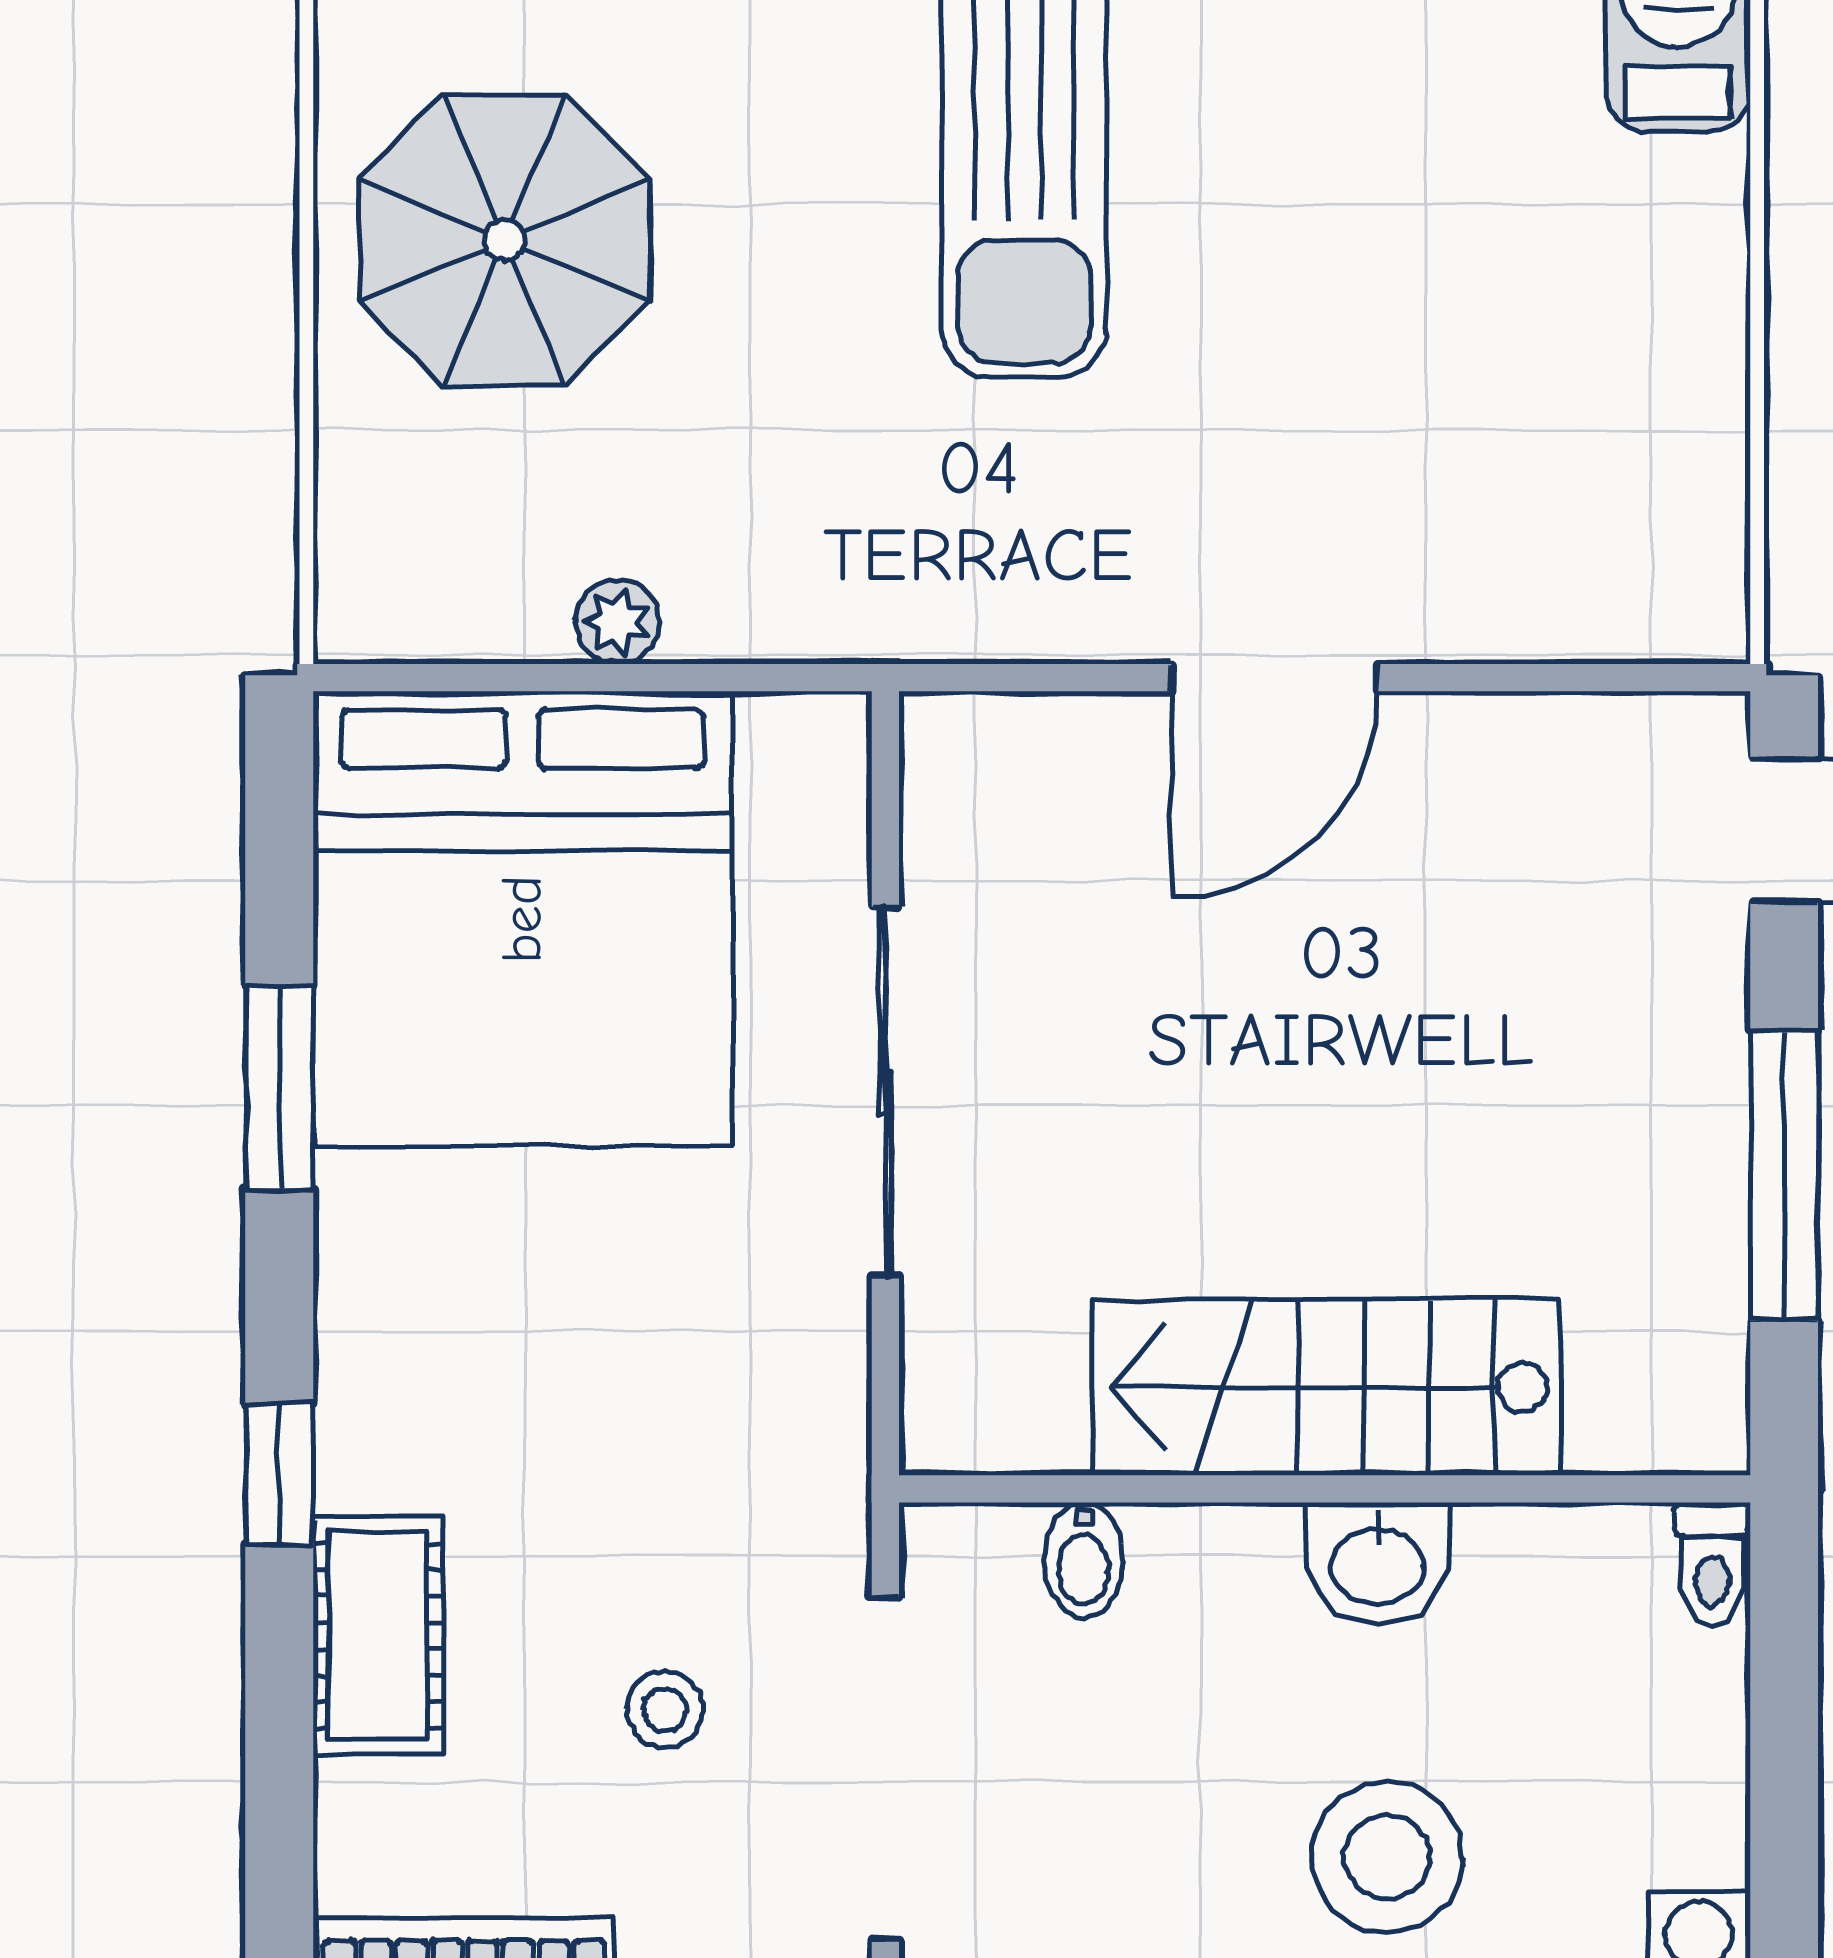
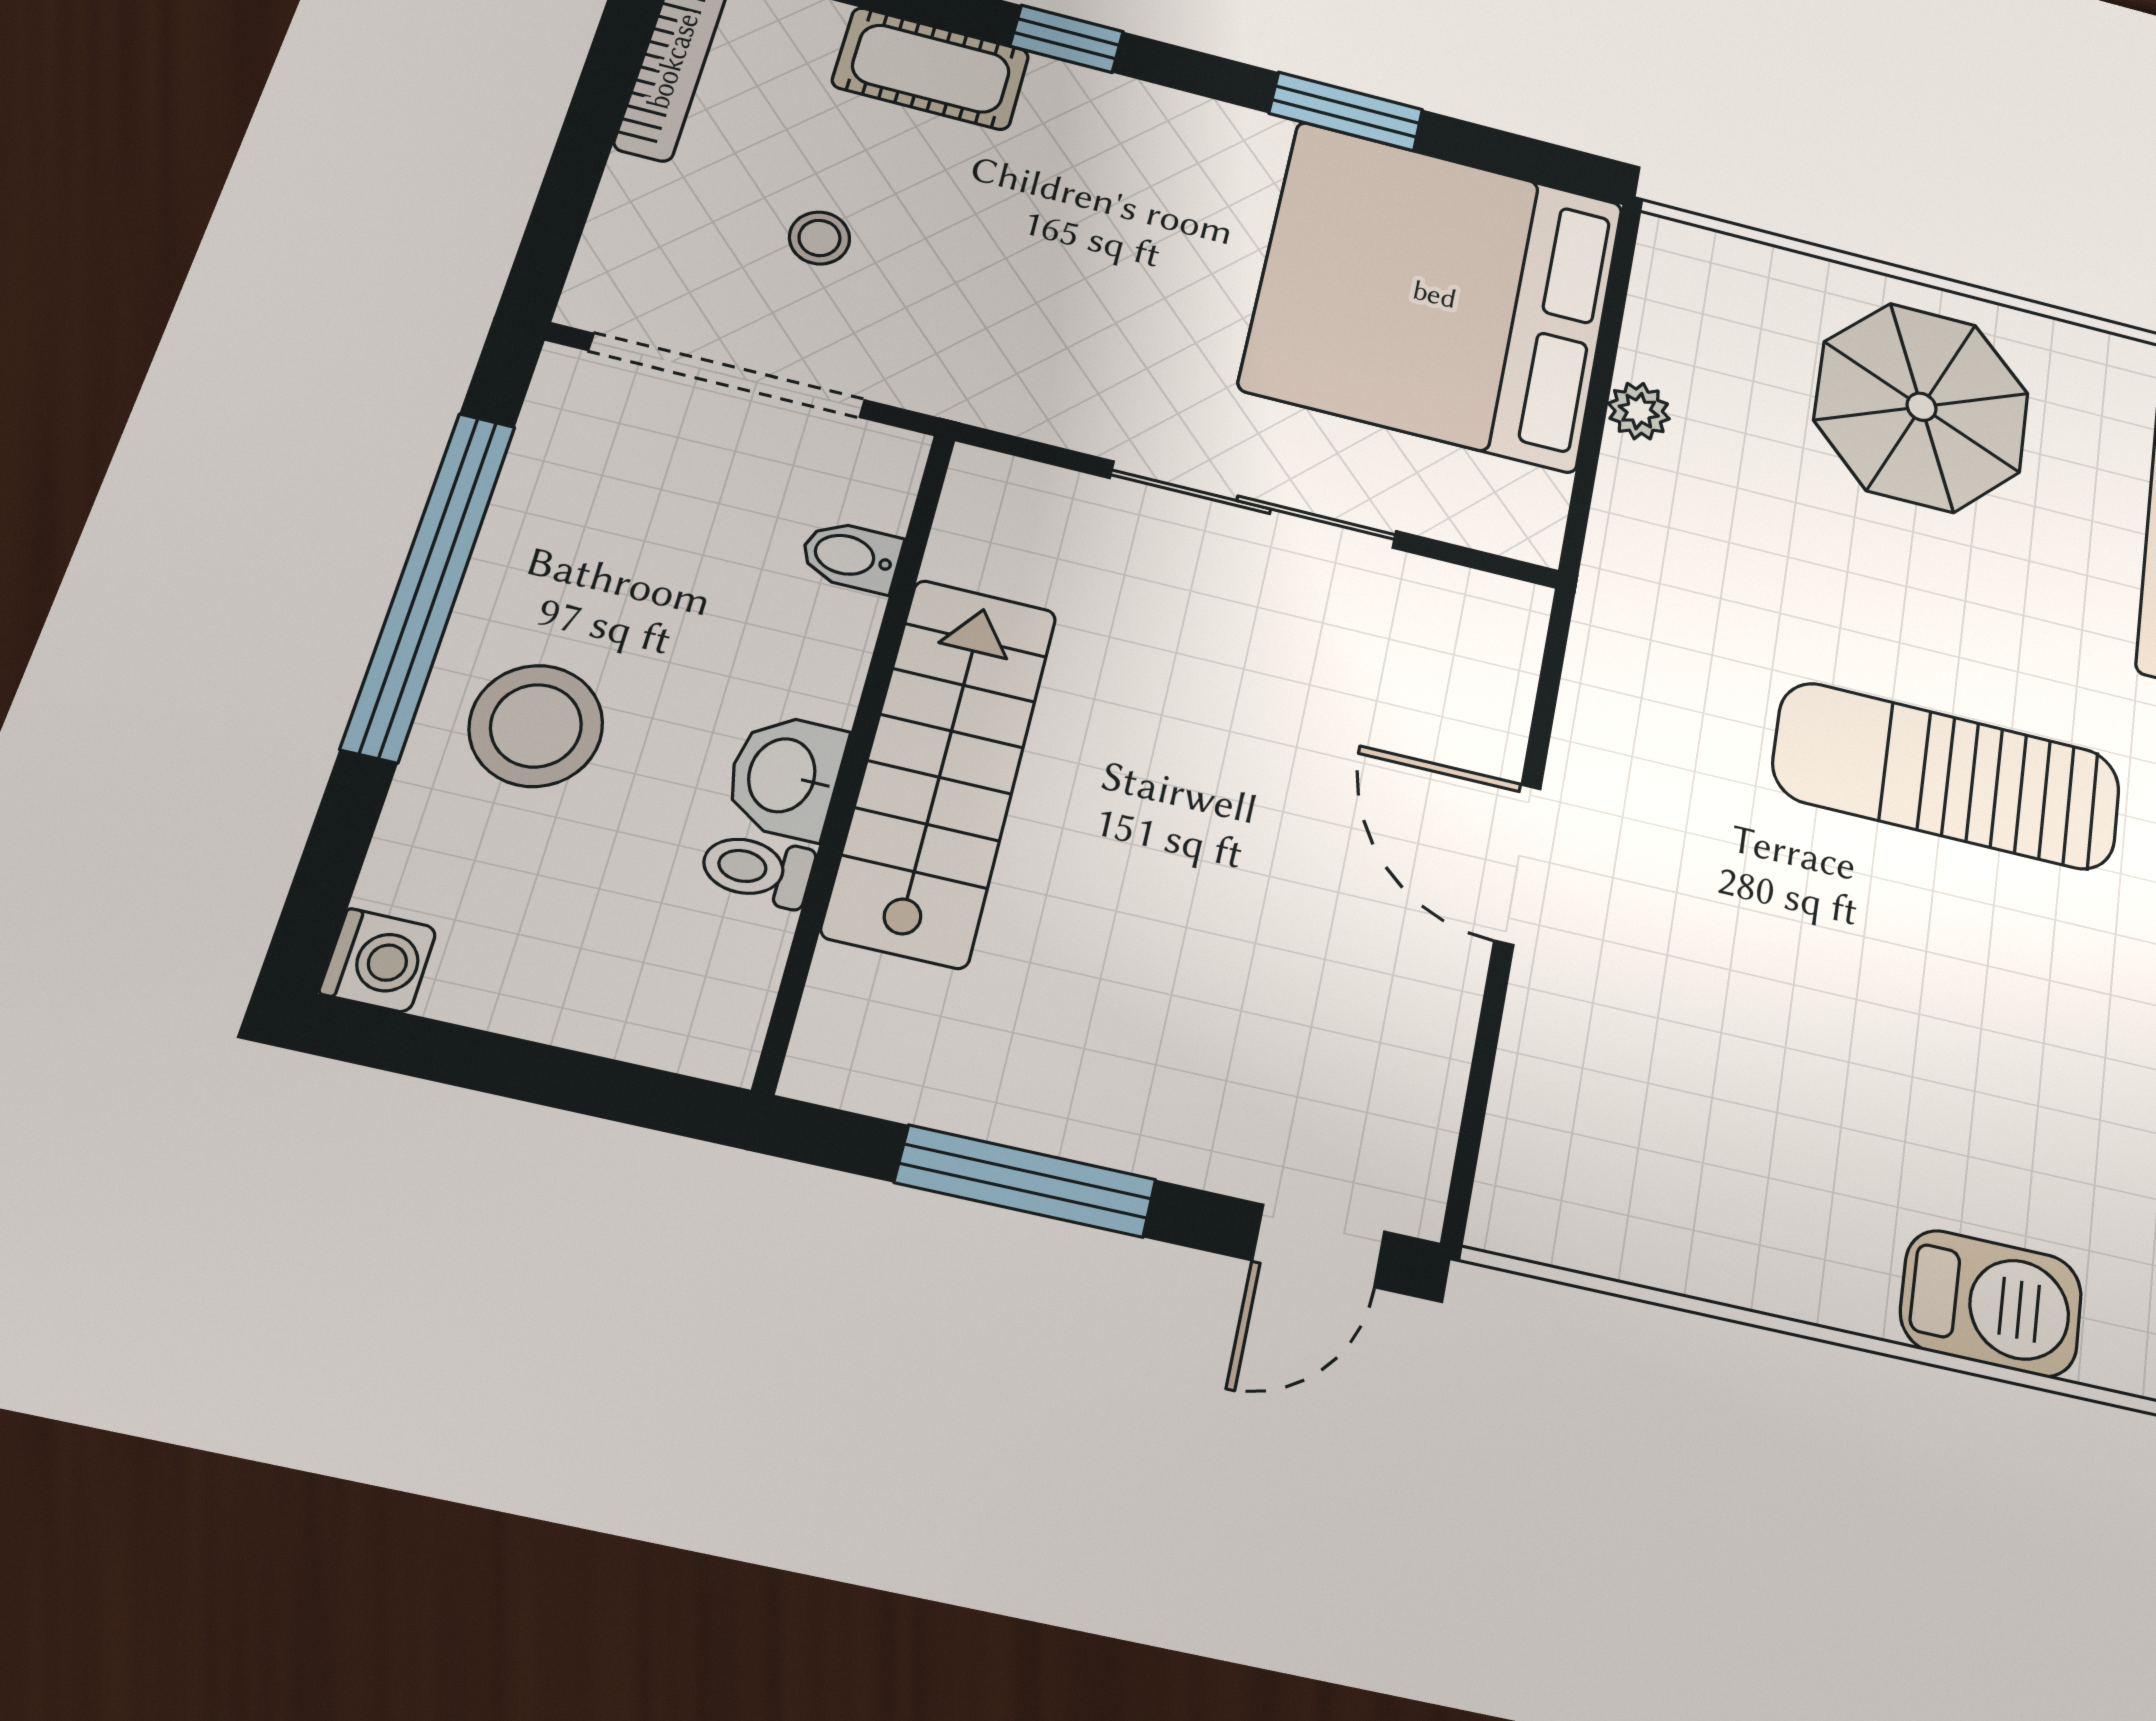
toilet: (1712, 1564) -> (757, 869), moved

